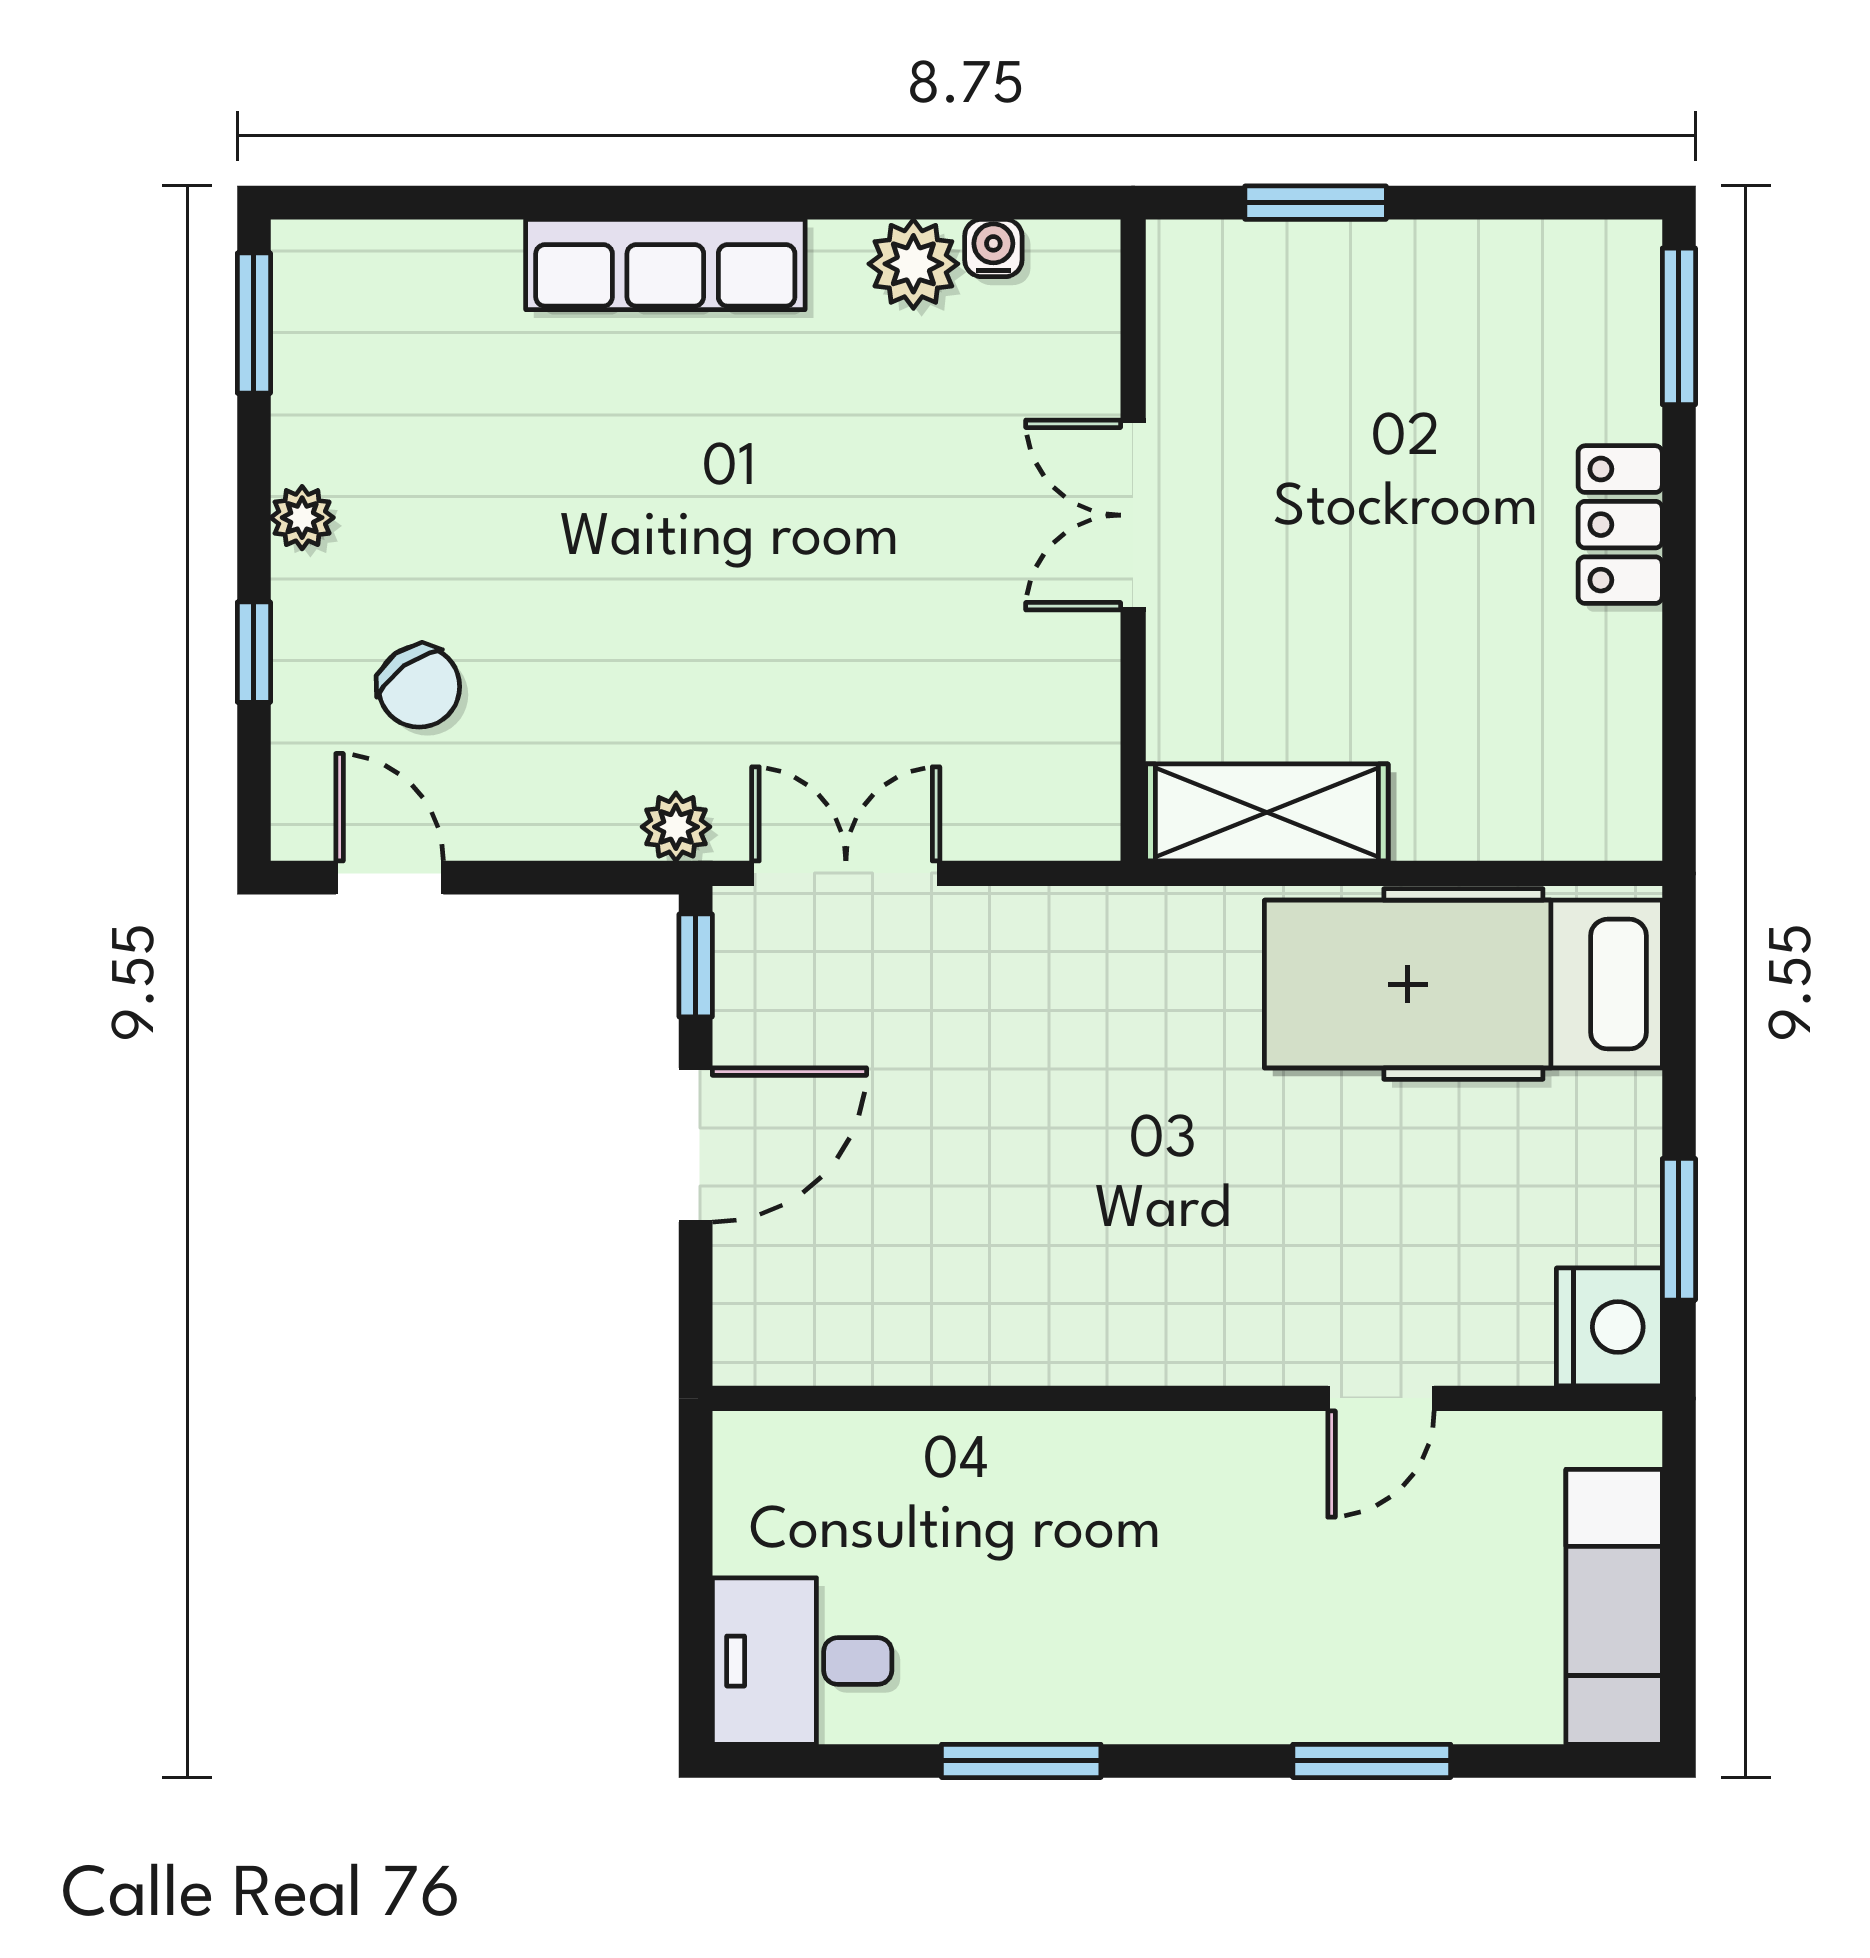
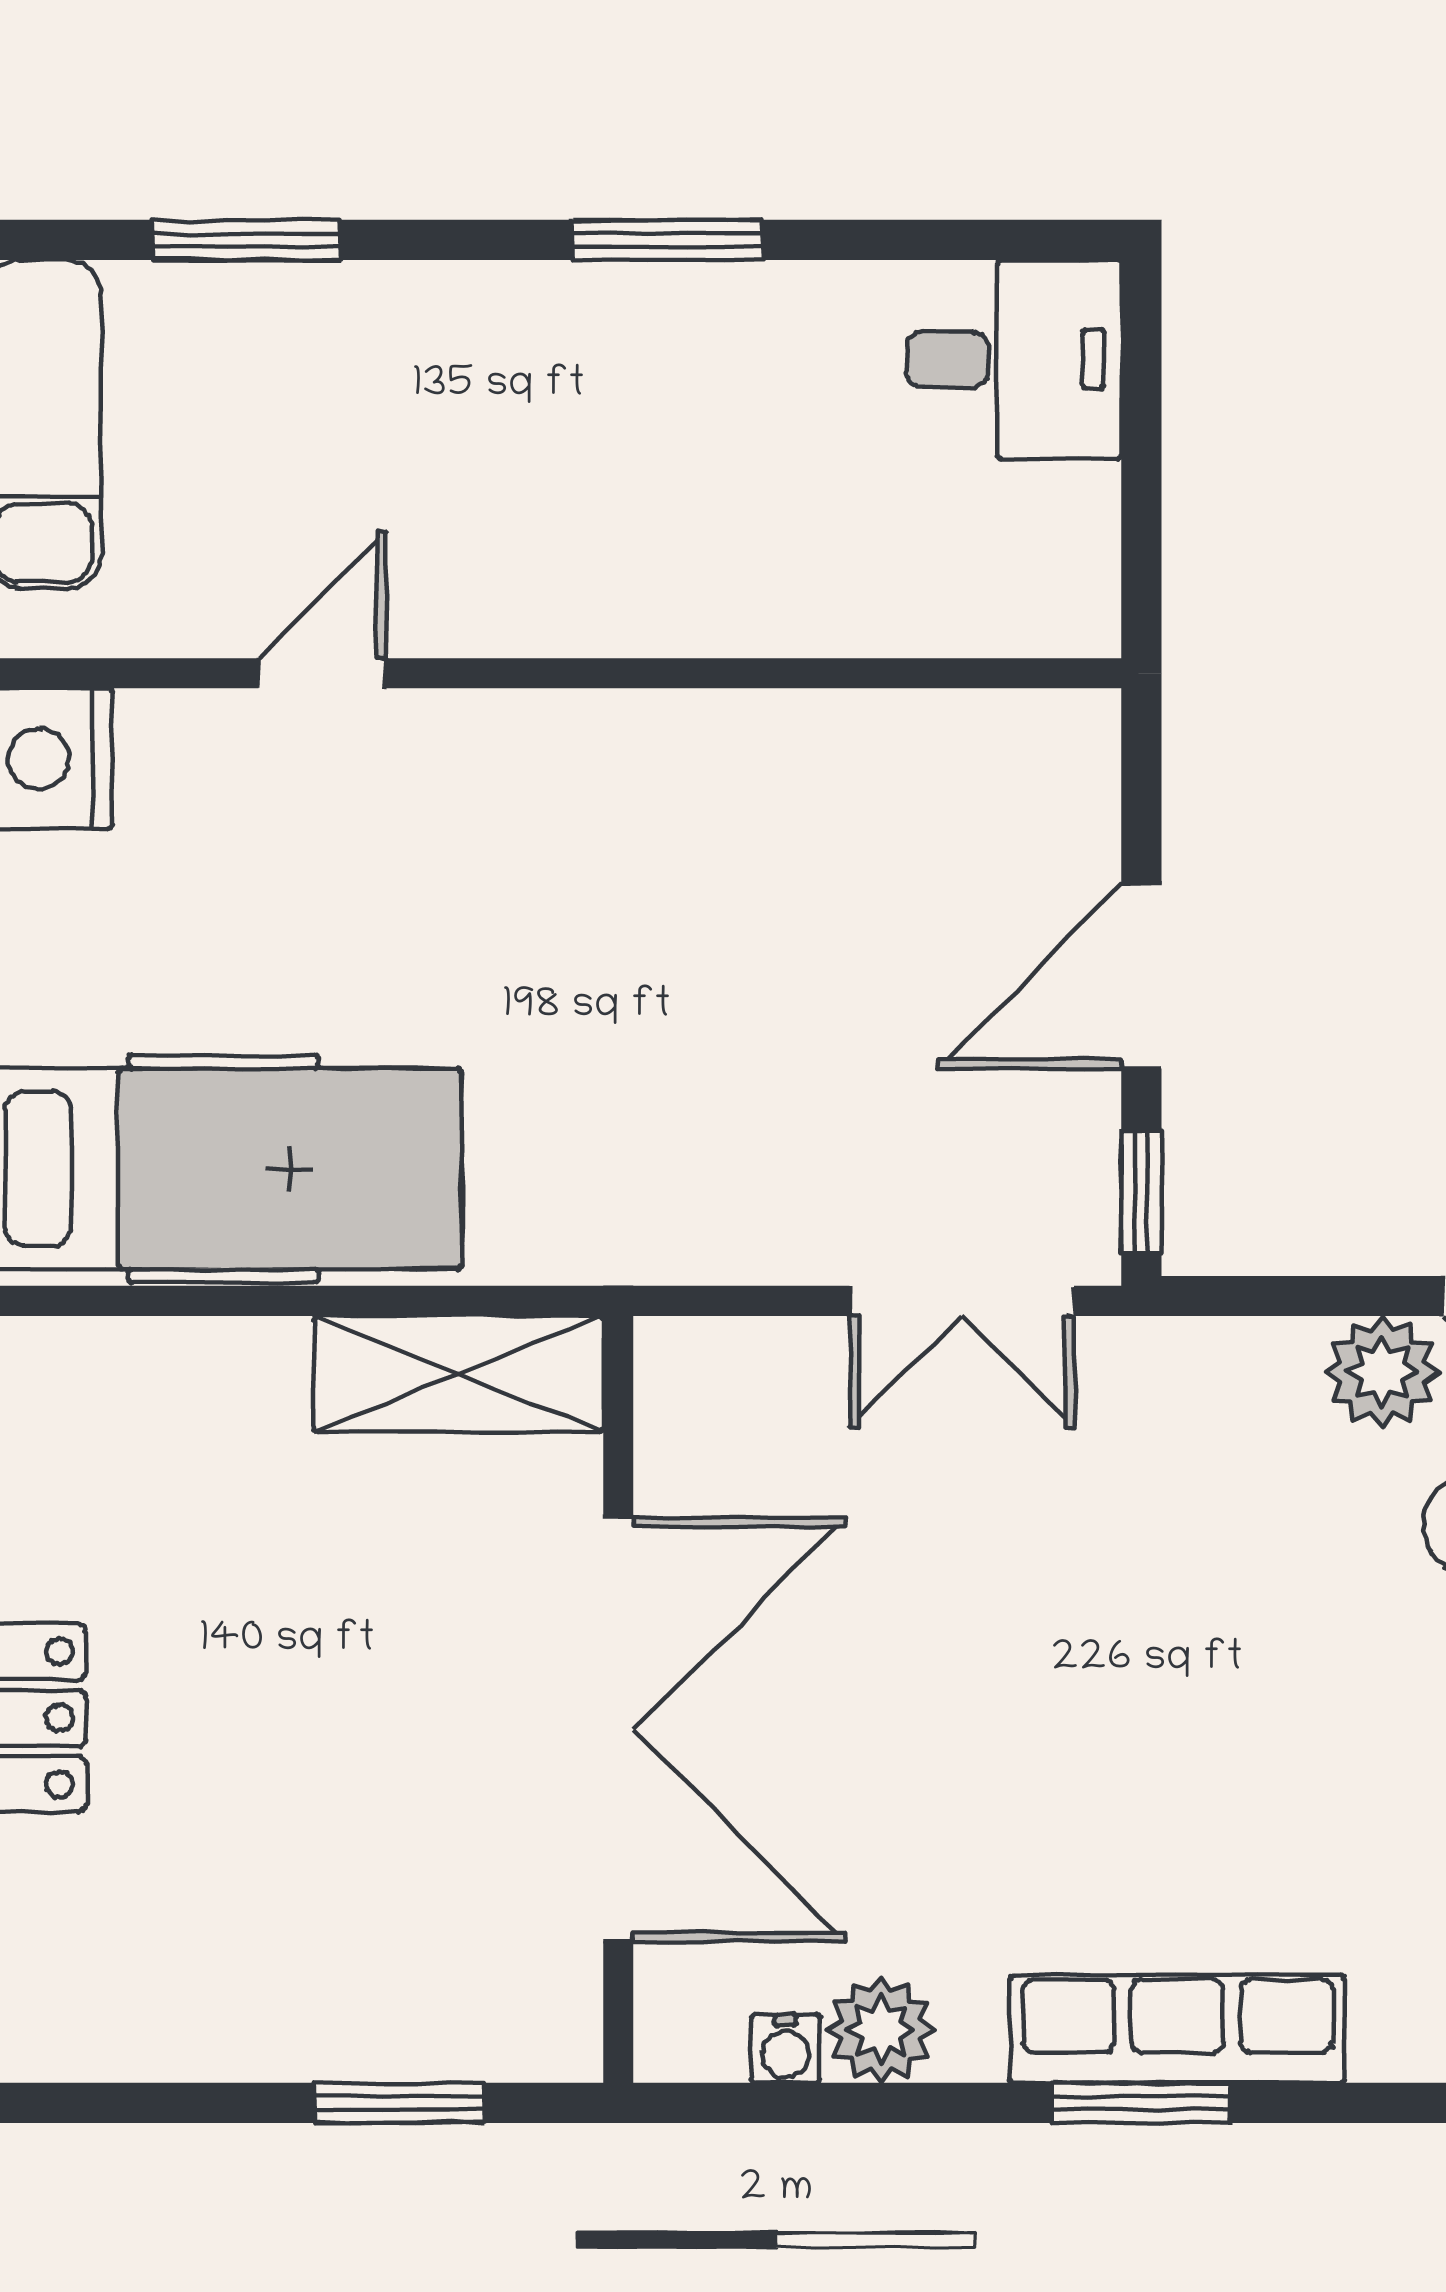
window: (696, 203) -> (1141, 2103), added
double door: (1133, 515) -> (618, 1729), width x1.87
plant: (676, 827) -> (1382, 1372), moved, width x1.38, depth x1.38
window: (1021, 1761) -> (667, 240), moved
window: (1372, 1761) -> (246, 240), moved

